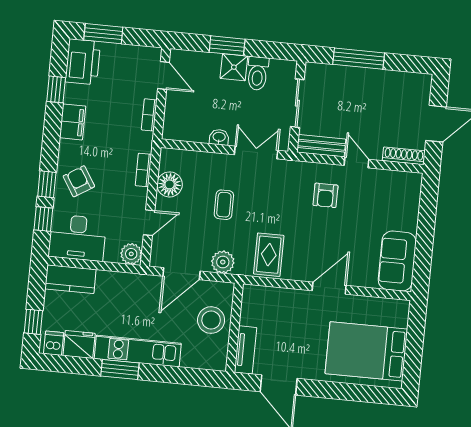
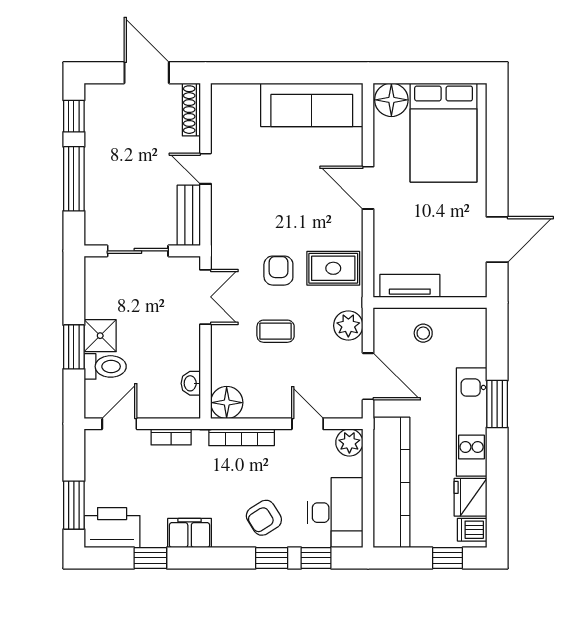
window: (408, 63) -> (74, 116), added
toilet: (258, 73) -> (105, 366), moved
washbasin: (219, 137) -> (191, 383), moved
double door: (256, 153) -> (205, 297), swing flipped
door: (356, 162) -> (205, 169), hinge flipped
bookcase: (144, 170) -> (242, 437), width x1.56
floor lamp: (170, 184) -> (227, 403), moved
armchair: (325, 195) -> (278, 271), moved, turned -90
sofa: (397, 261) -> (312, 105), width x1.36
kitchen counter: (70, 279) -> (391, 482), width x2.08, depth x1.17
floor lamp: (396, 313) -> (391, 100), added
stool: (211, 320) -> (423, 333), width x0.53, depth x0.53
tv unit: (245, 350) -> (410, 286), moved
window: (120, 369) -> (497, 404), moved

